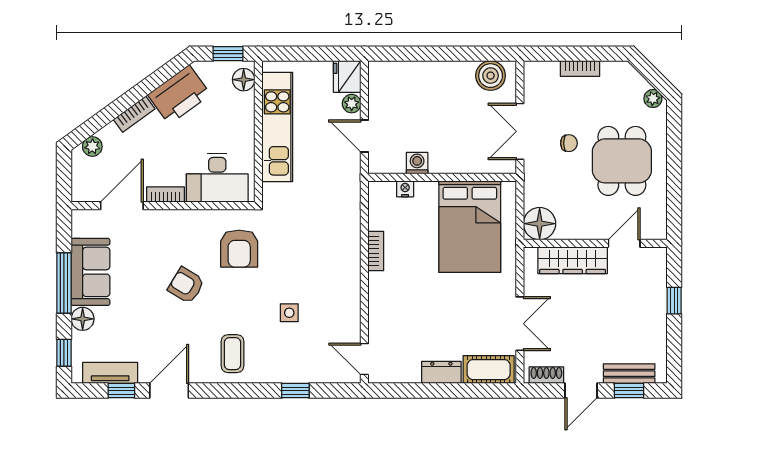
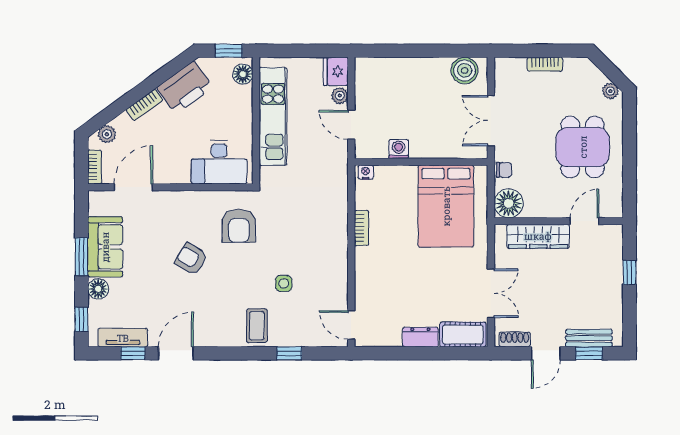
chair: (569, 143) -> (504, 170), moved
nightstand: (405, 189) -> (366, 172), moved
bookcase: (166, 195) -> (95, 167), moved, turned 90
window: (64, 283) -> (81, 257), width x0.69
coffee table: (232, 354) -> (257, 326), moved

